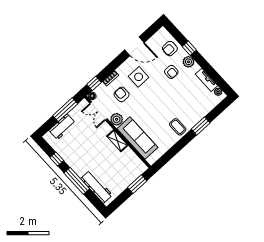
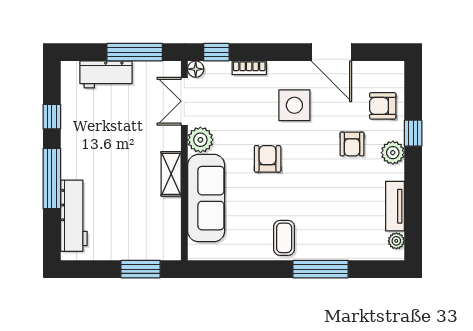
armchair: (122, 94) -> (268, 159), moved
window: (201, 126) -> (321, 269), width x1.44

